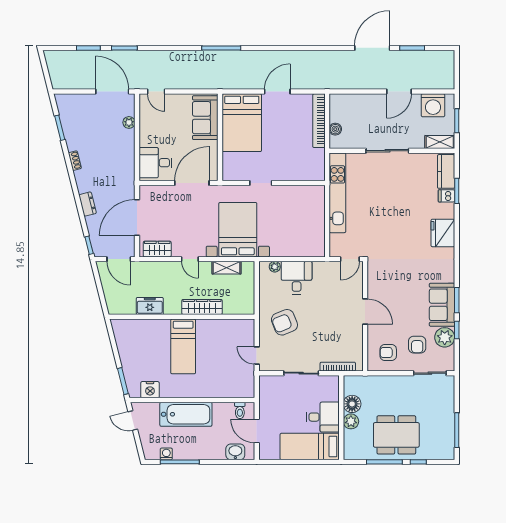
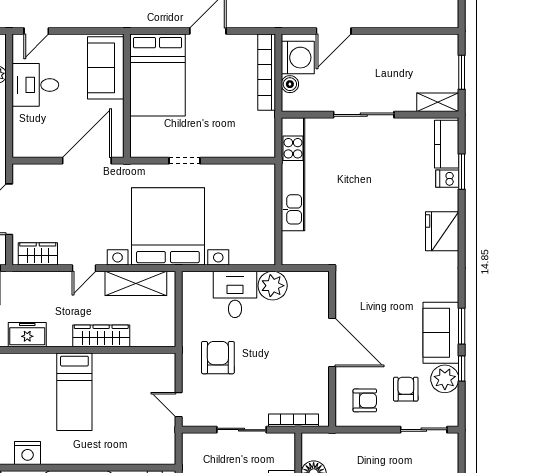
door: (156, 92) -> (36, 31), hinge flipped
door: (399, 92) -> (334, 31), moved
washing machine: (433, 105) -> (298, 58), moved, turned -90
desk: (156, 163) -> (35, 85), moved
bed with nightstands: (238, 230) -> (168, 226), width x1.36
door: (190, 259) -> (84, 268), hinge flipped
door: (350, 259) -> (311, 268), removed
plant: (275, 267) -> (273, 286), moved, width x1.88, depth x1.88
shelving: (227, 268) -> (136, 283), width x1.50, depth x1.33
door: (365, 312) -> (332, 342), width x1.36
armchair: (284, 322) -> (218, 358), turned 112
armchair: (417, 345) -> (406, 389), turned 180
armchair: (388, 353) -> (365, 400), turned 180

